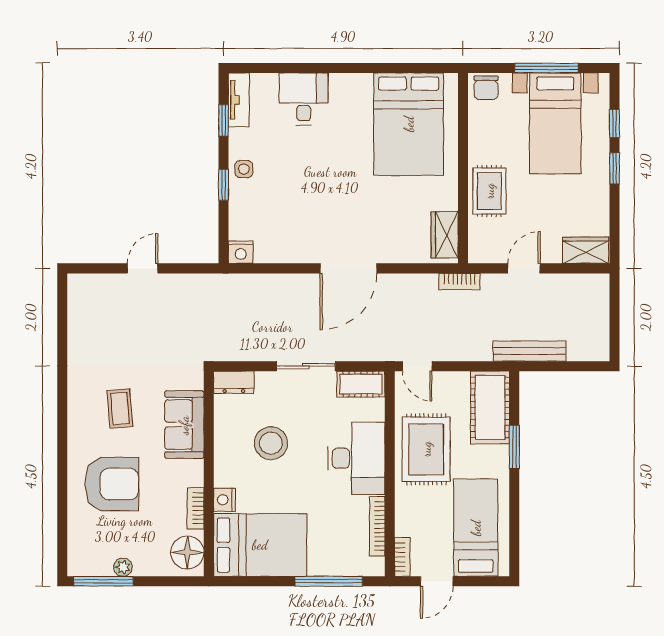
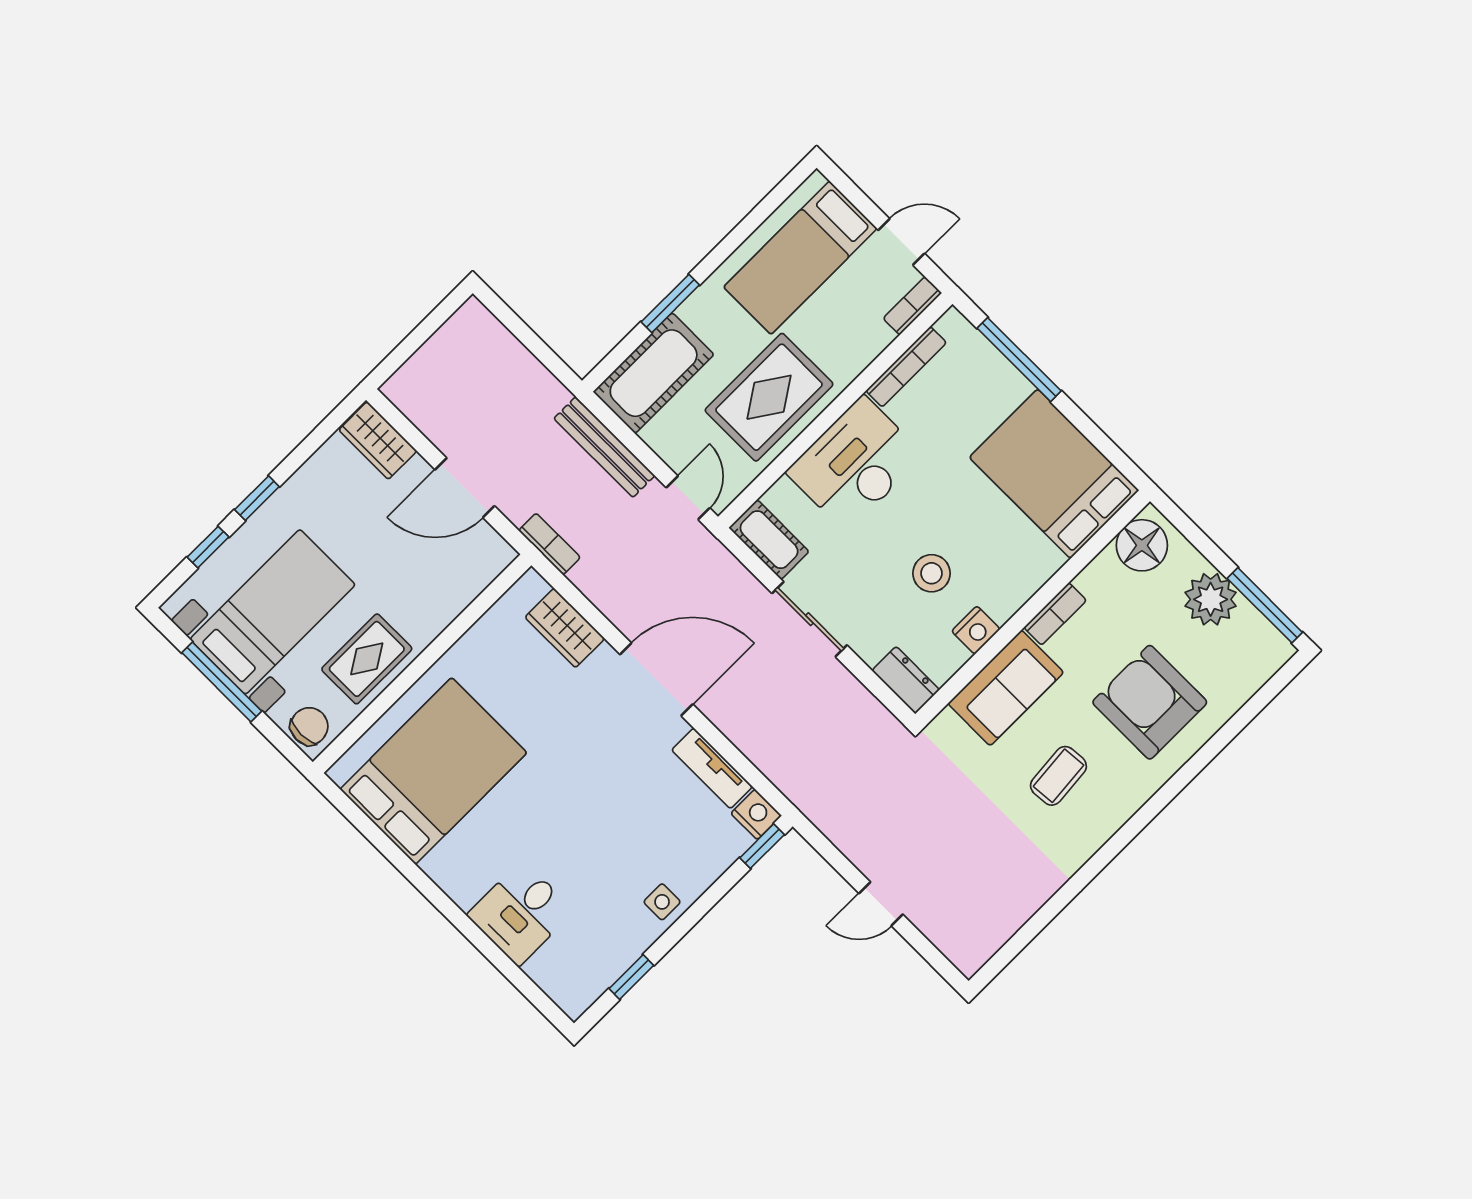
tv unit: (239, 100) -> (712, 768), moved, turned -90
window: (223, 185) -> (762, 846), moved
rug: (489, 191) -> (367, 659), moved
wardrobe: (445, 235) -> (565, 628), moved, turned 90
door: (524, 268) -> (465, 488), width x1.38
bench: (529, 351) -> (604, 447), moved
stool: (271, 443) -> (931, 573), width x0.73, depth x0.73
nightstand: (225, 500) -> (976, 630), moved
bookcase: (196, 508) -> (1055, 614), moved
plant: (123, 567) -> (1211, 599), width x1.88, depth x1.88

